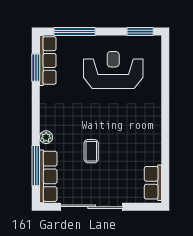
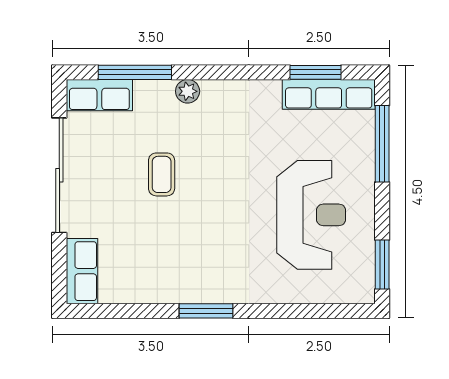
window: (165, 127) -> (206, 311), added
coffee table: (91, 151) -> (162, 174), turned 90
row of seats: (48, 176) -> (99, 95), width x0.68
row of seats: (153, 183) -> (82, 271), moved, turned 90

